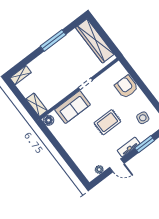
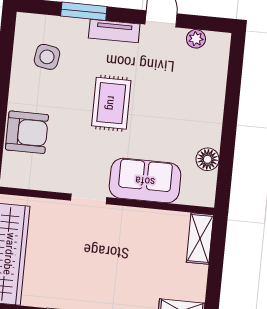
armchair: (126, 87) -> (27, 132), turned -90
floor lamp: (49, 120) -> (208, 159), moved
rug: (107, 122) -> (111, 103), turned 90

